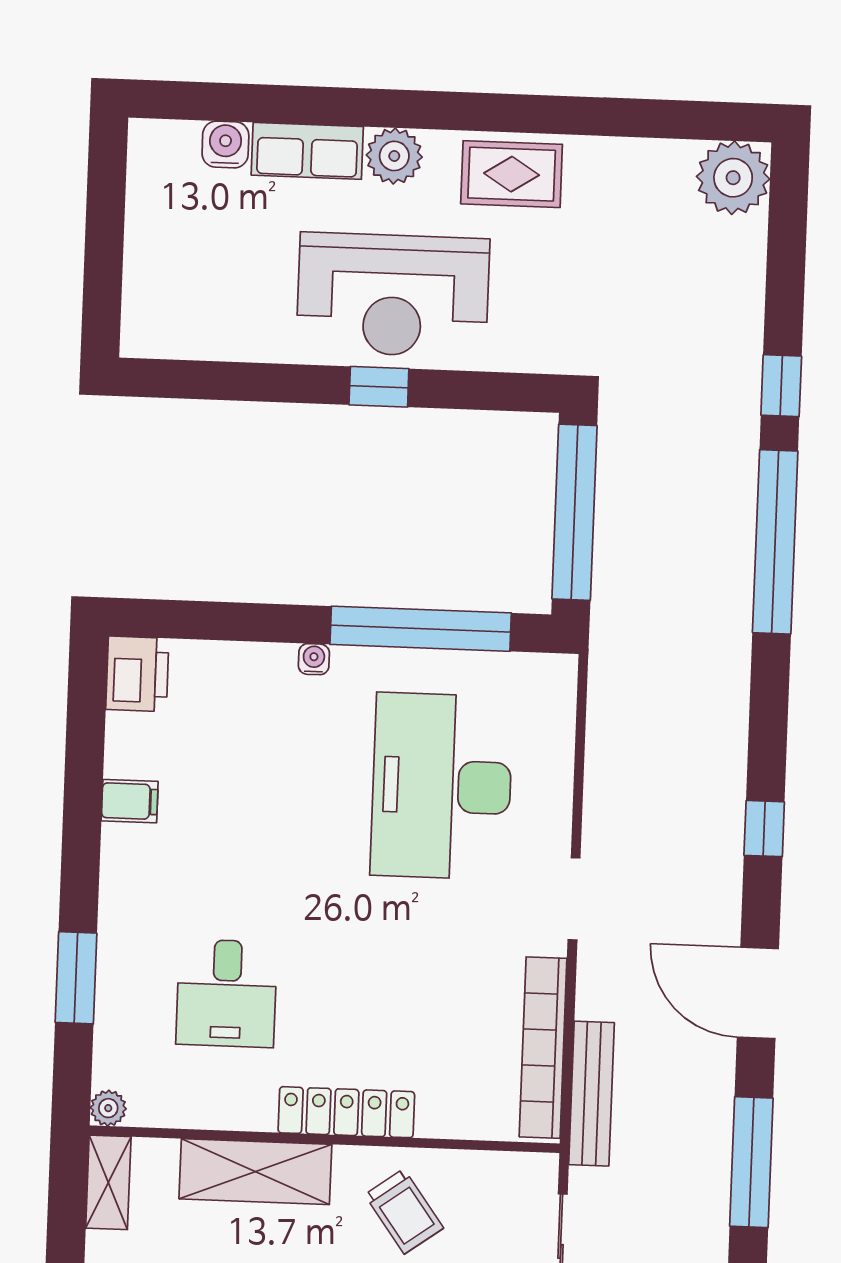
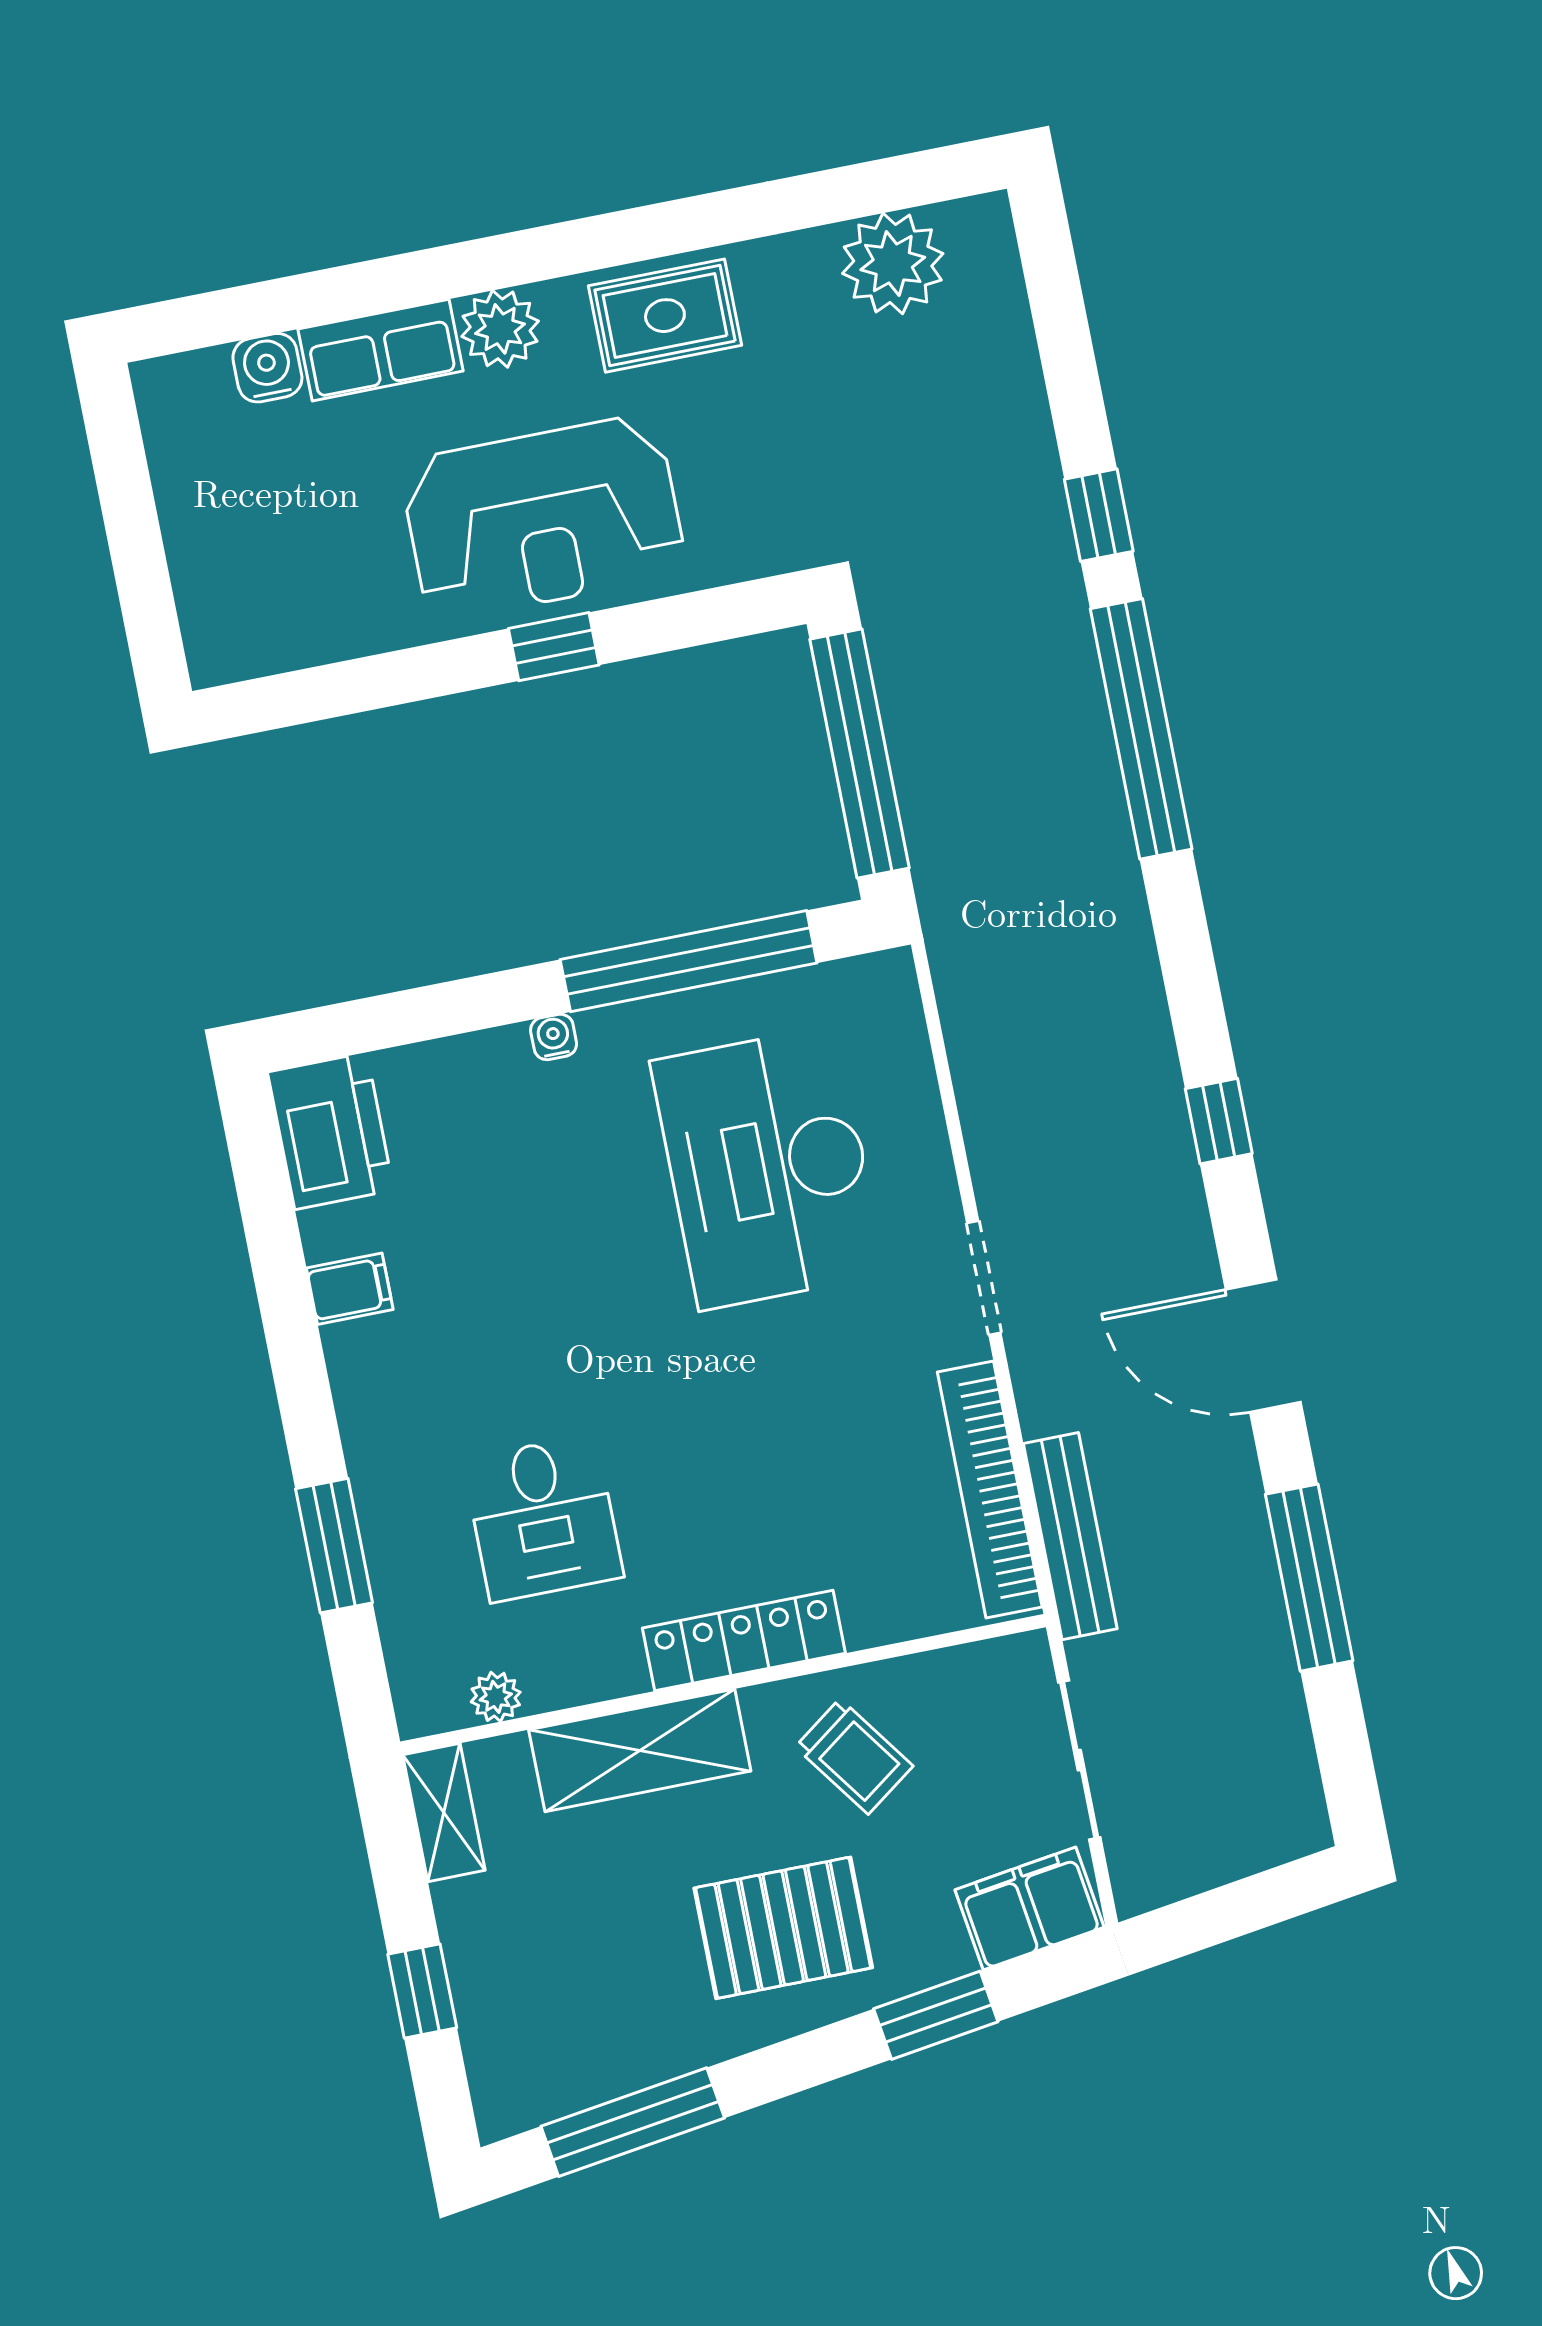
plant: (733, 178) -> (893, 263), moved
printer: (137, 674) -> (331, 1131), width x1.37, depth x1.19
plant: (108, 1108) -> (496, 1697), moved

